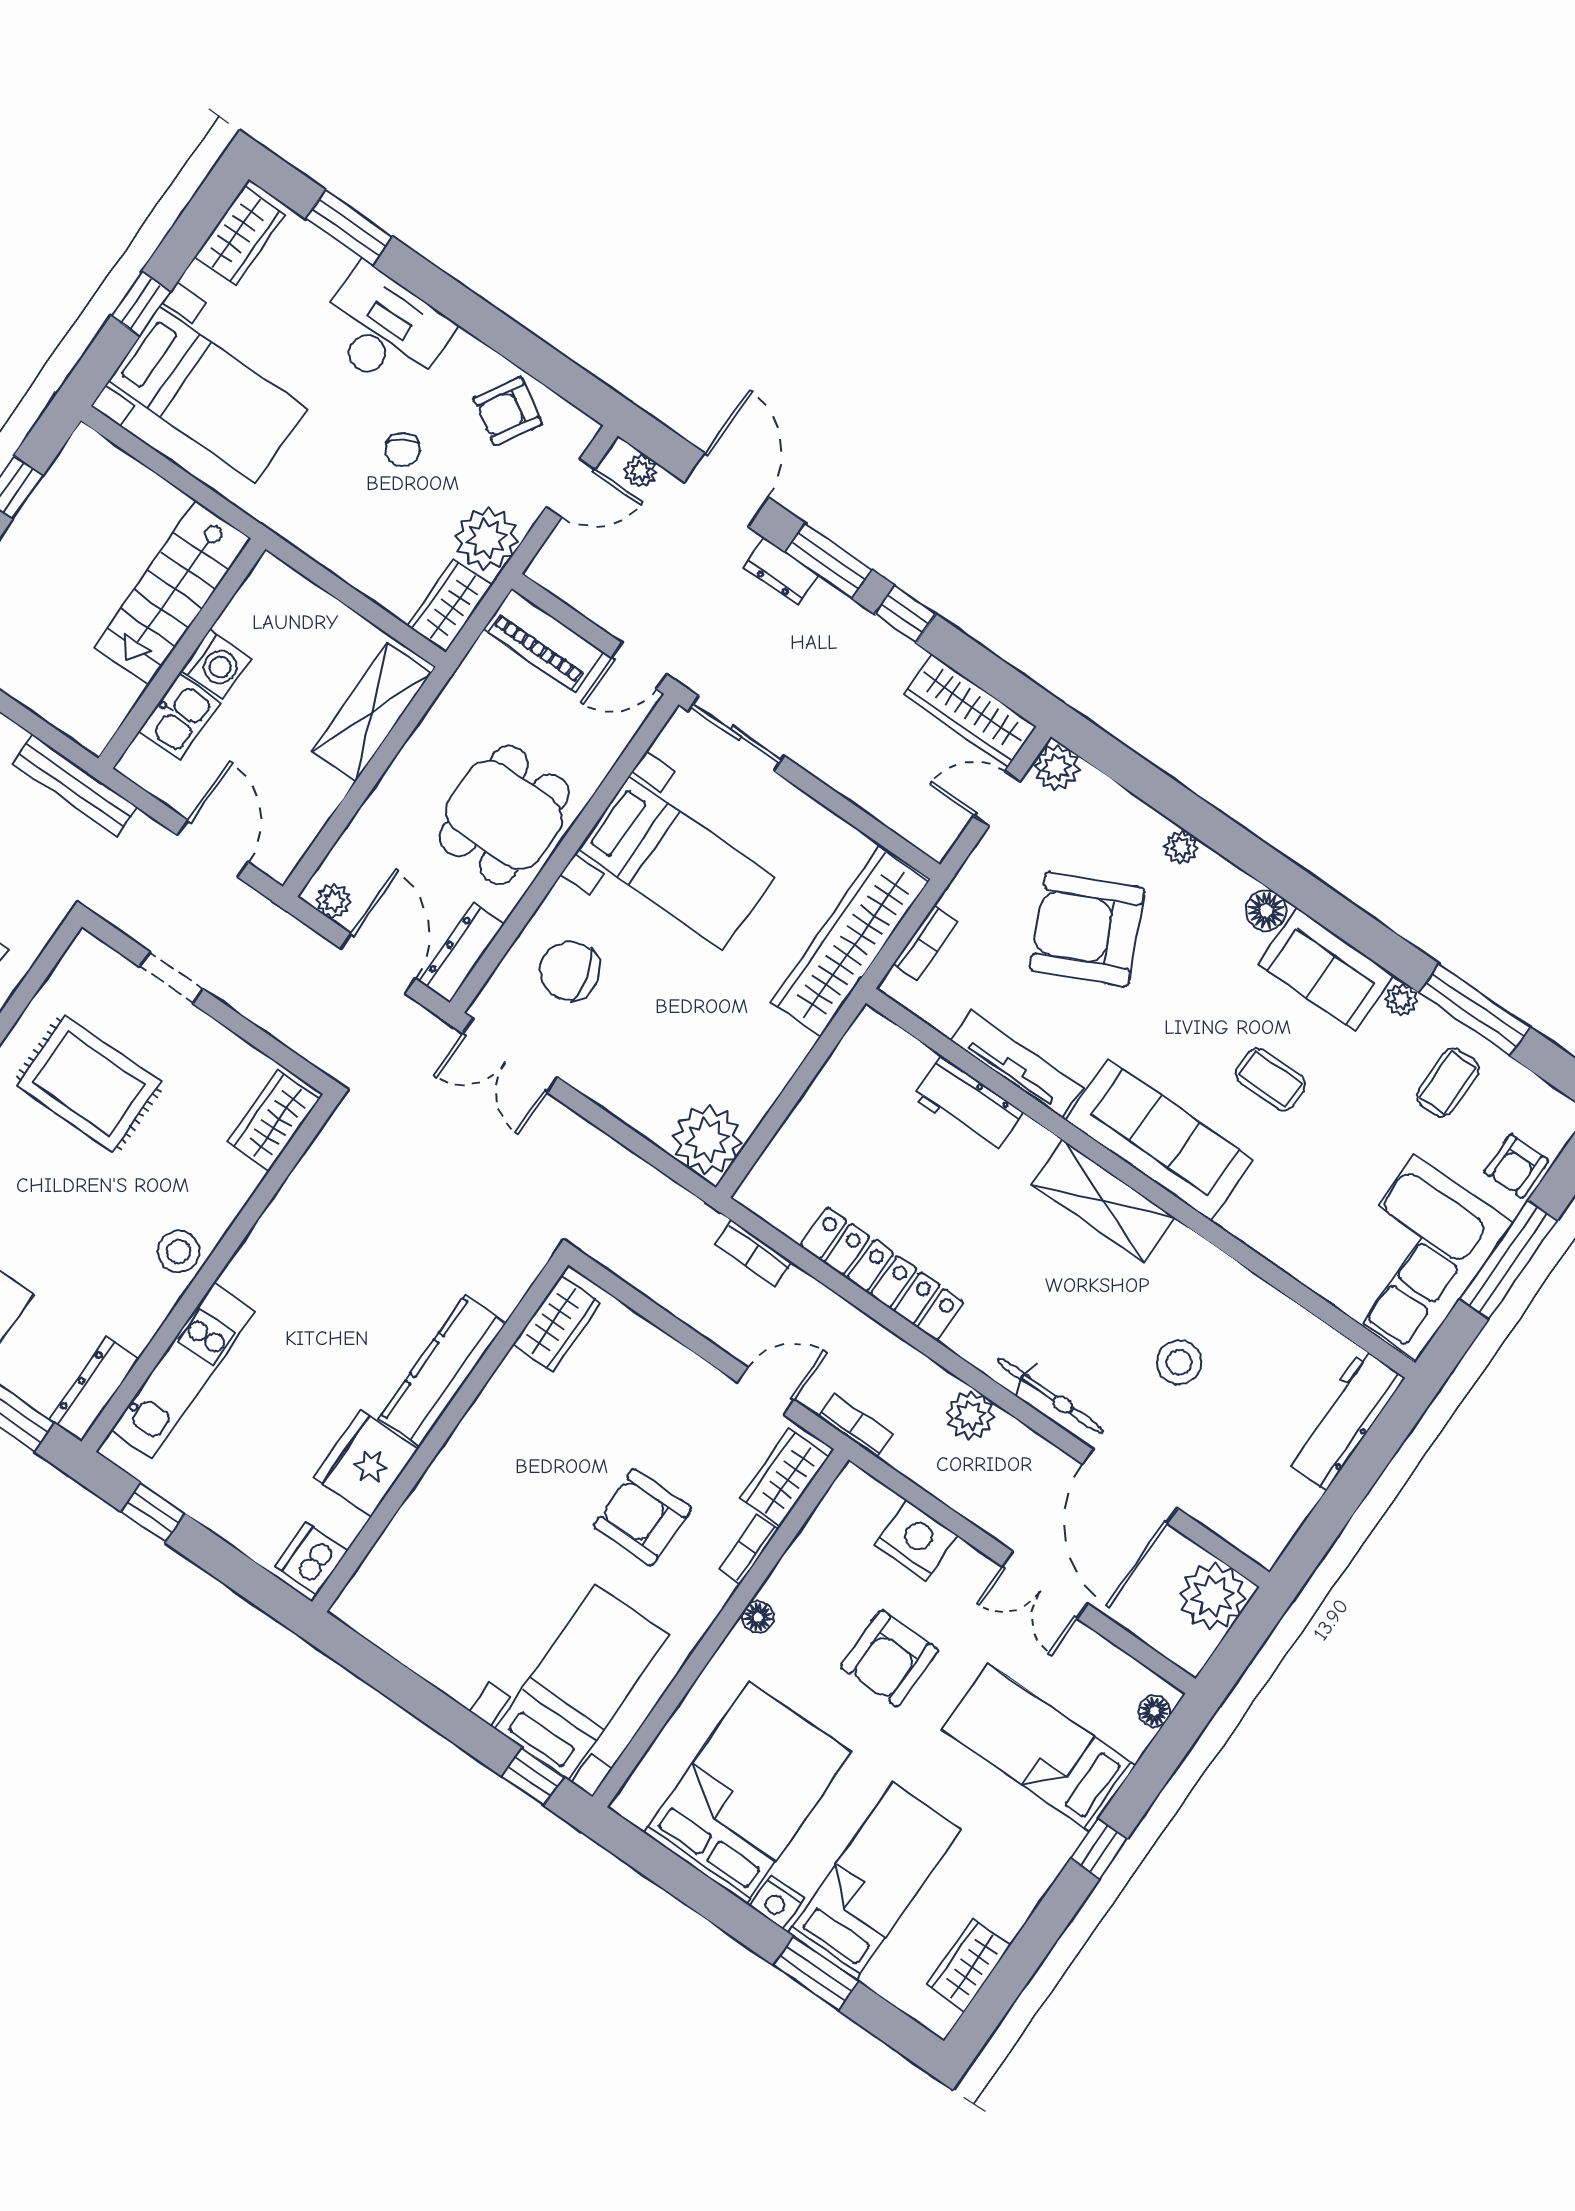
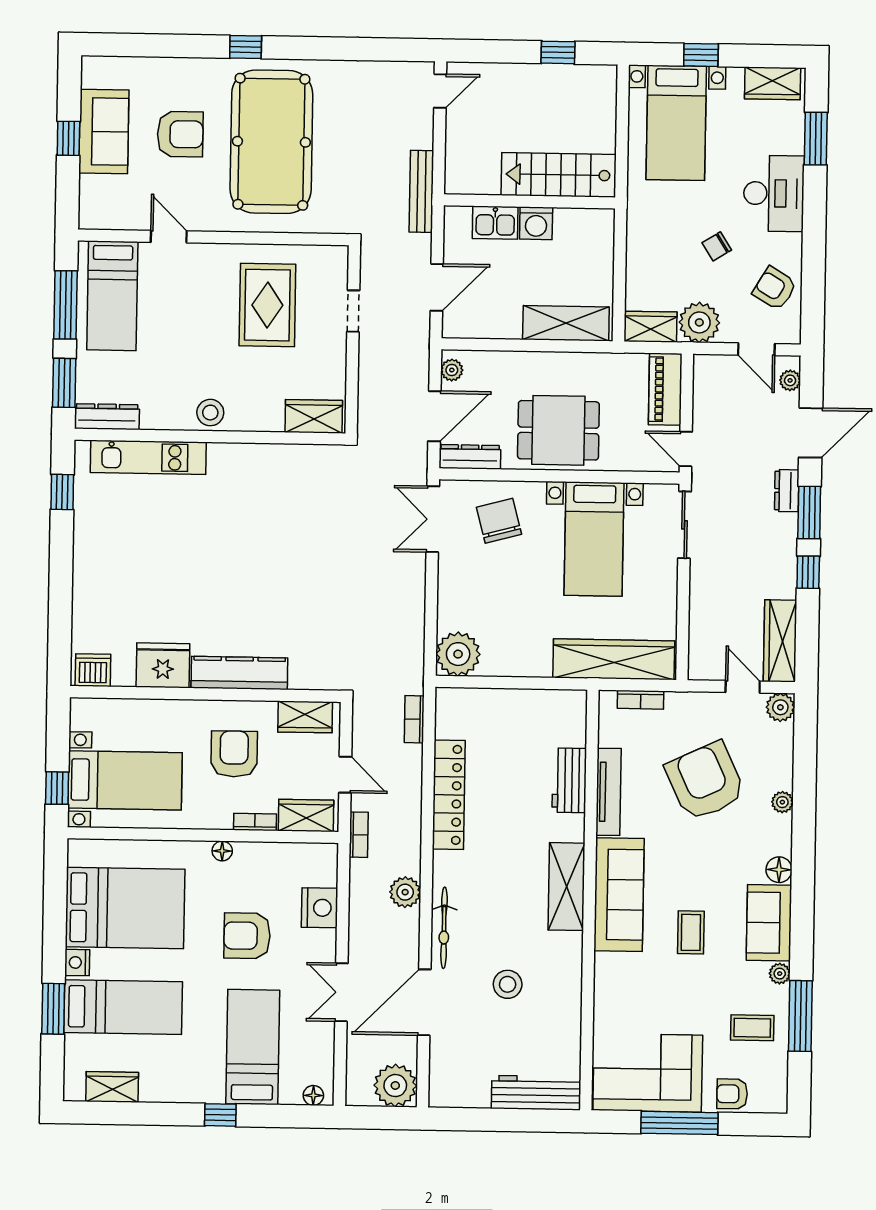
wardrobe: (557, 1324) -> (305, 717), moved
kitchen counter: (442, 1371) -> (239, 673), moved
wall: (440, 1433) -> (205, 694), moved
fridge: (366, 1464) -> (163, 665), moved
dishwasher: (312, 1558) -> (93, 670), moved

